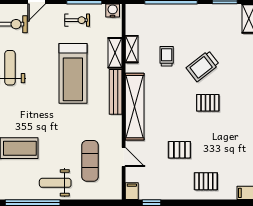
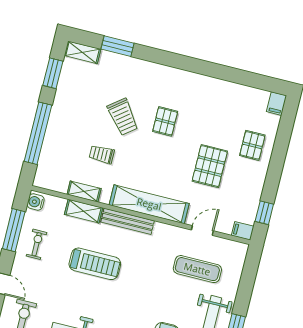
treadmill: (73, 73) -> (95, 264), width x0.73, depth x0.73
pallet: (179, 150) -> (210, 166), width x1.50, depth x1.42

